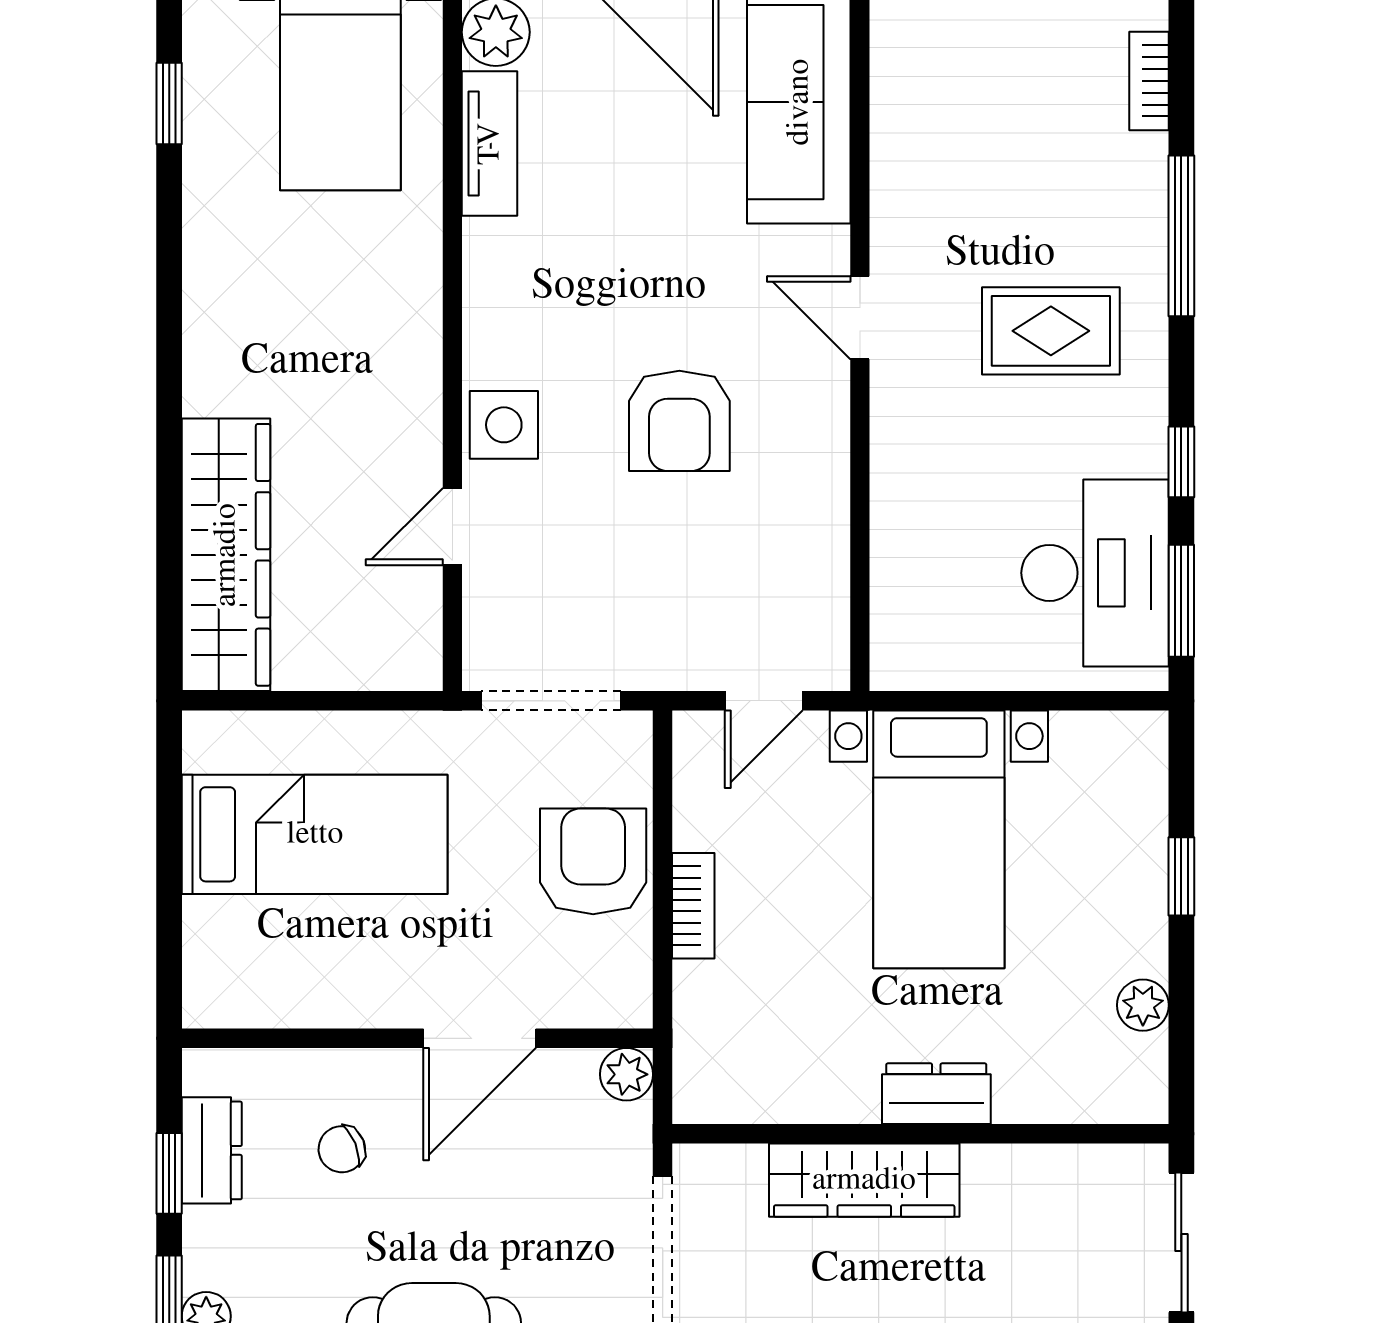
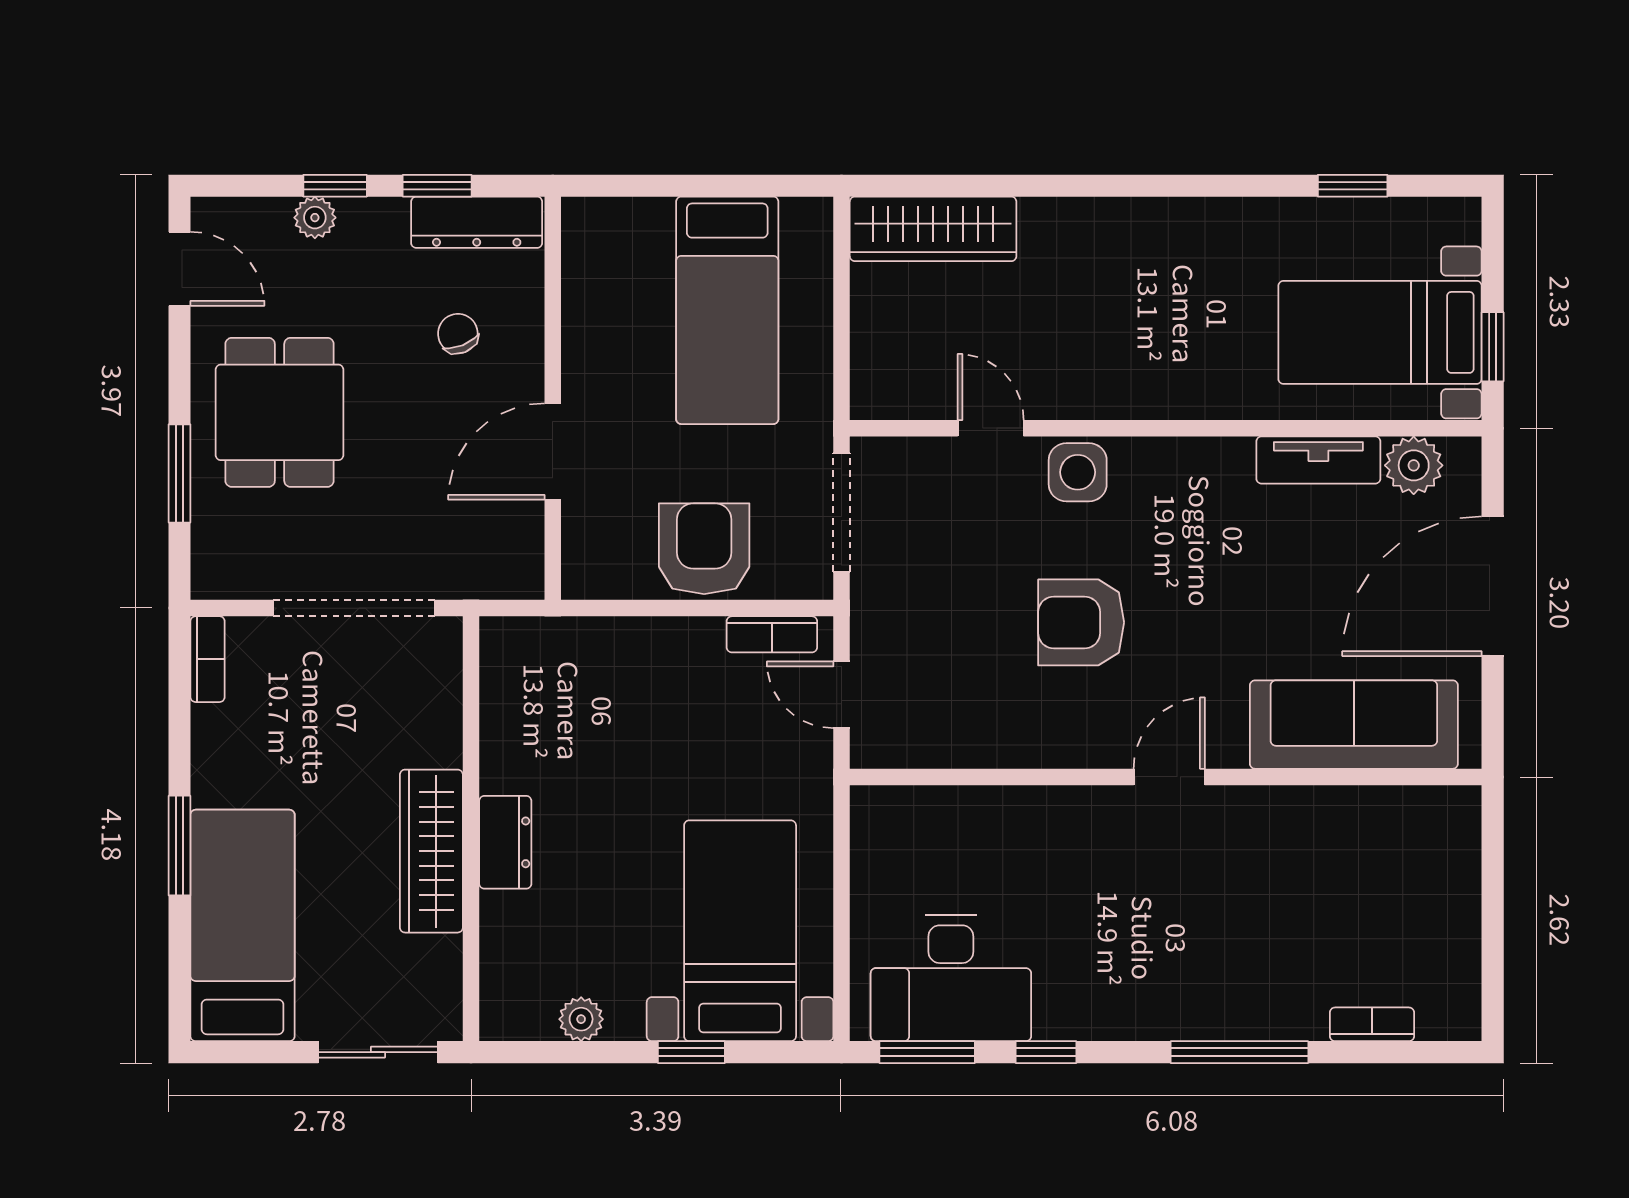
rug: (1051, 331) -> (1158, 940), removed
wardrobe: (226, 555) -> (933, 229), width x0.71, depth x0.85
bed with nightstands: (939, 839) -> (740, 931), moved, turned 90
armchair: (593, 861) -> (704, 549), turned -90
bookcase: (693, 906) -> (772, 634), moved
door: (480, 1038) -> (553, 451), hinge flipped
plant: (627, 1074) -> (522, 577), removed
dresser: (212, 1150) -> (477, 222), width x1.44
wardrobe: (864, 1180) -> (431, 851), moved

